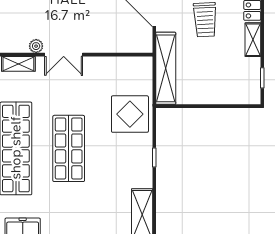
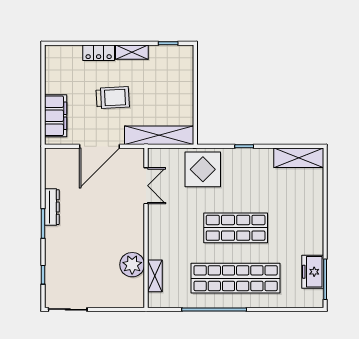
plant: (36, 46) -> (132, 265), width x1.88, depth x1.88
double door: (64, 55) -> (146, 186), moved

